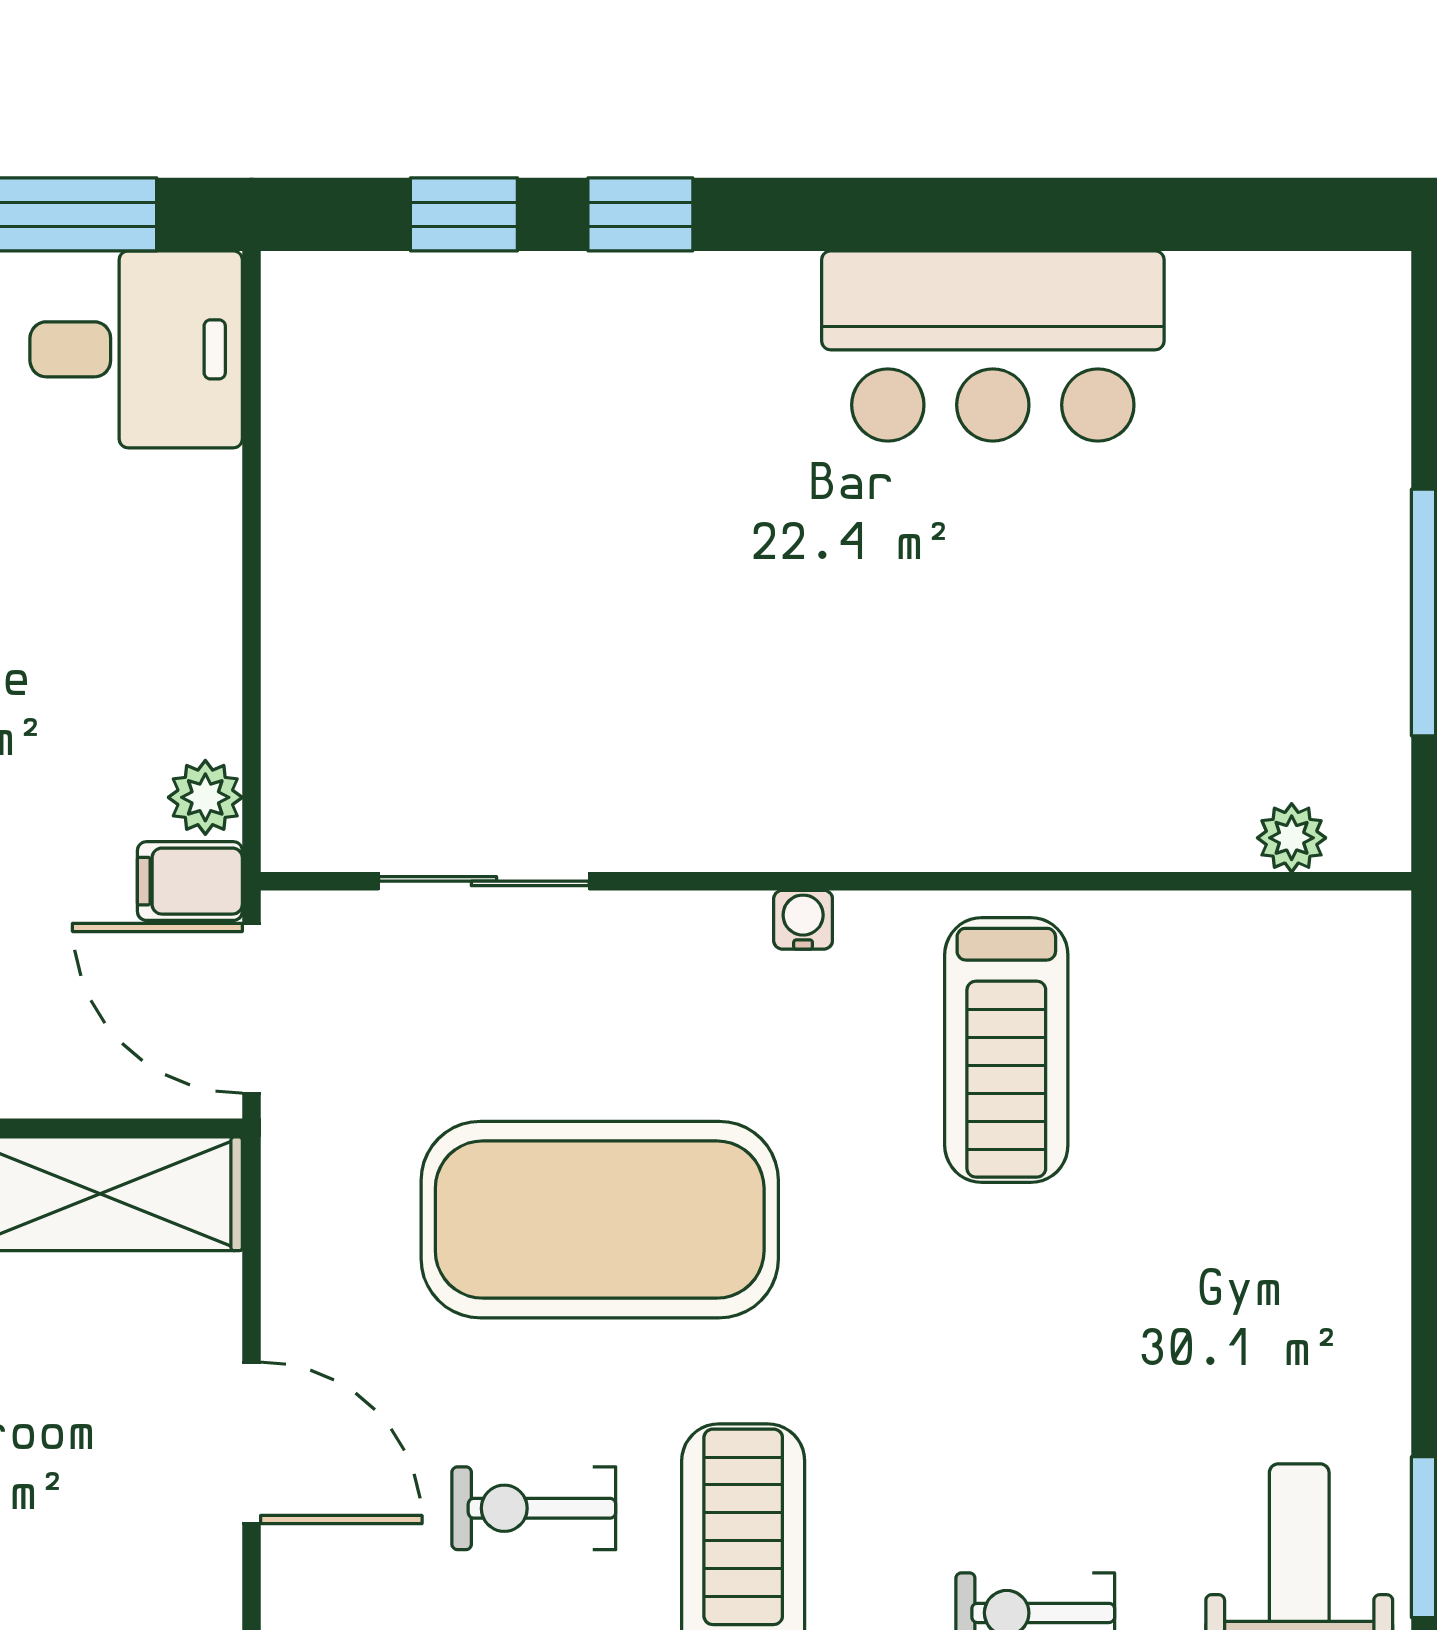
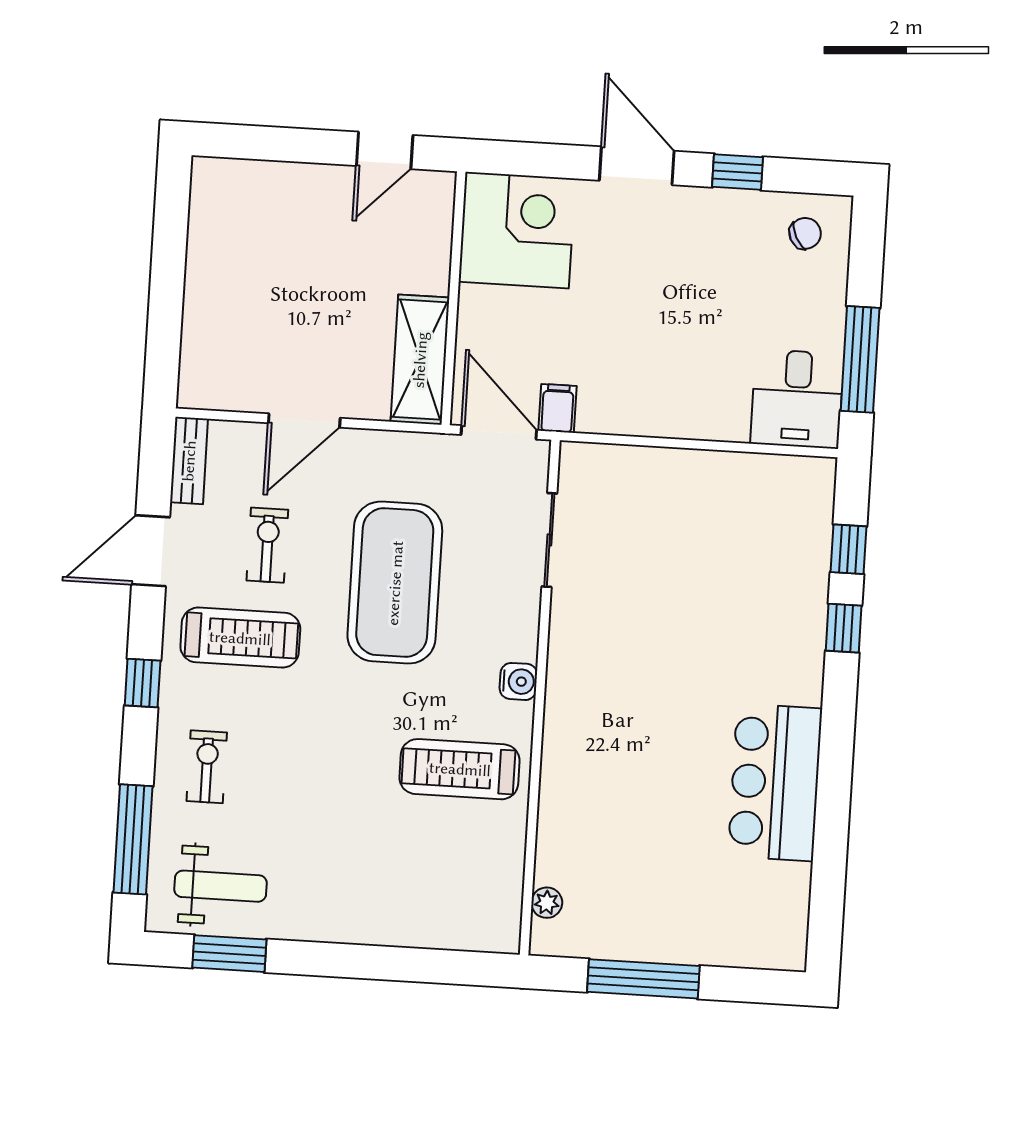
plant: (205, 797) -> (595, 417), removed
water cooler: (803, 920) -> (518, 681), width x1.38, depth x1.38
door: (251, 1008) -> (499, 432), hinge flipped

